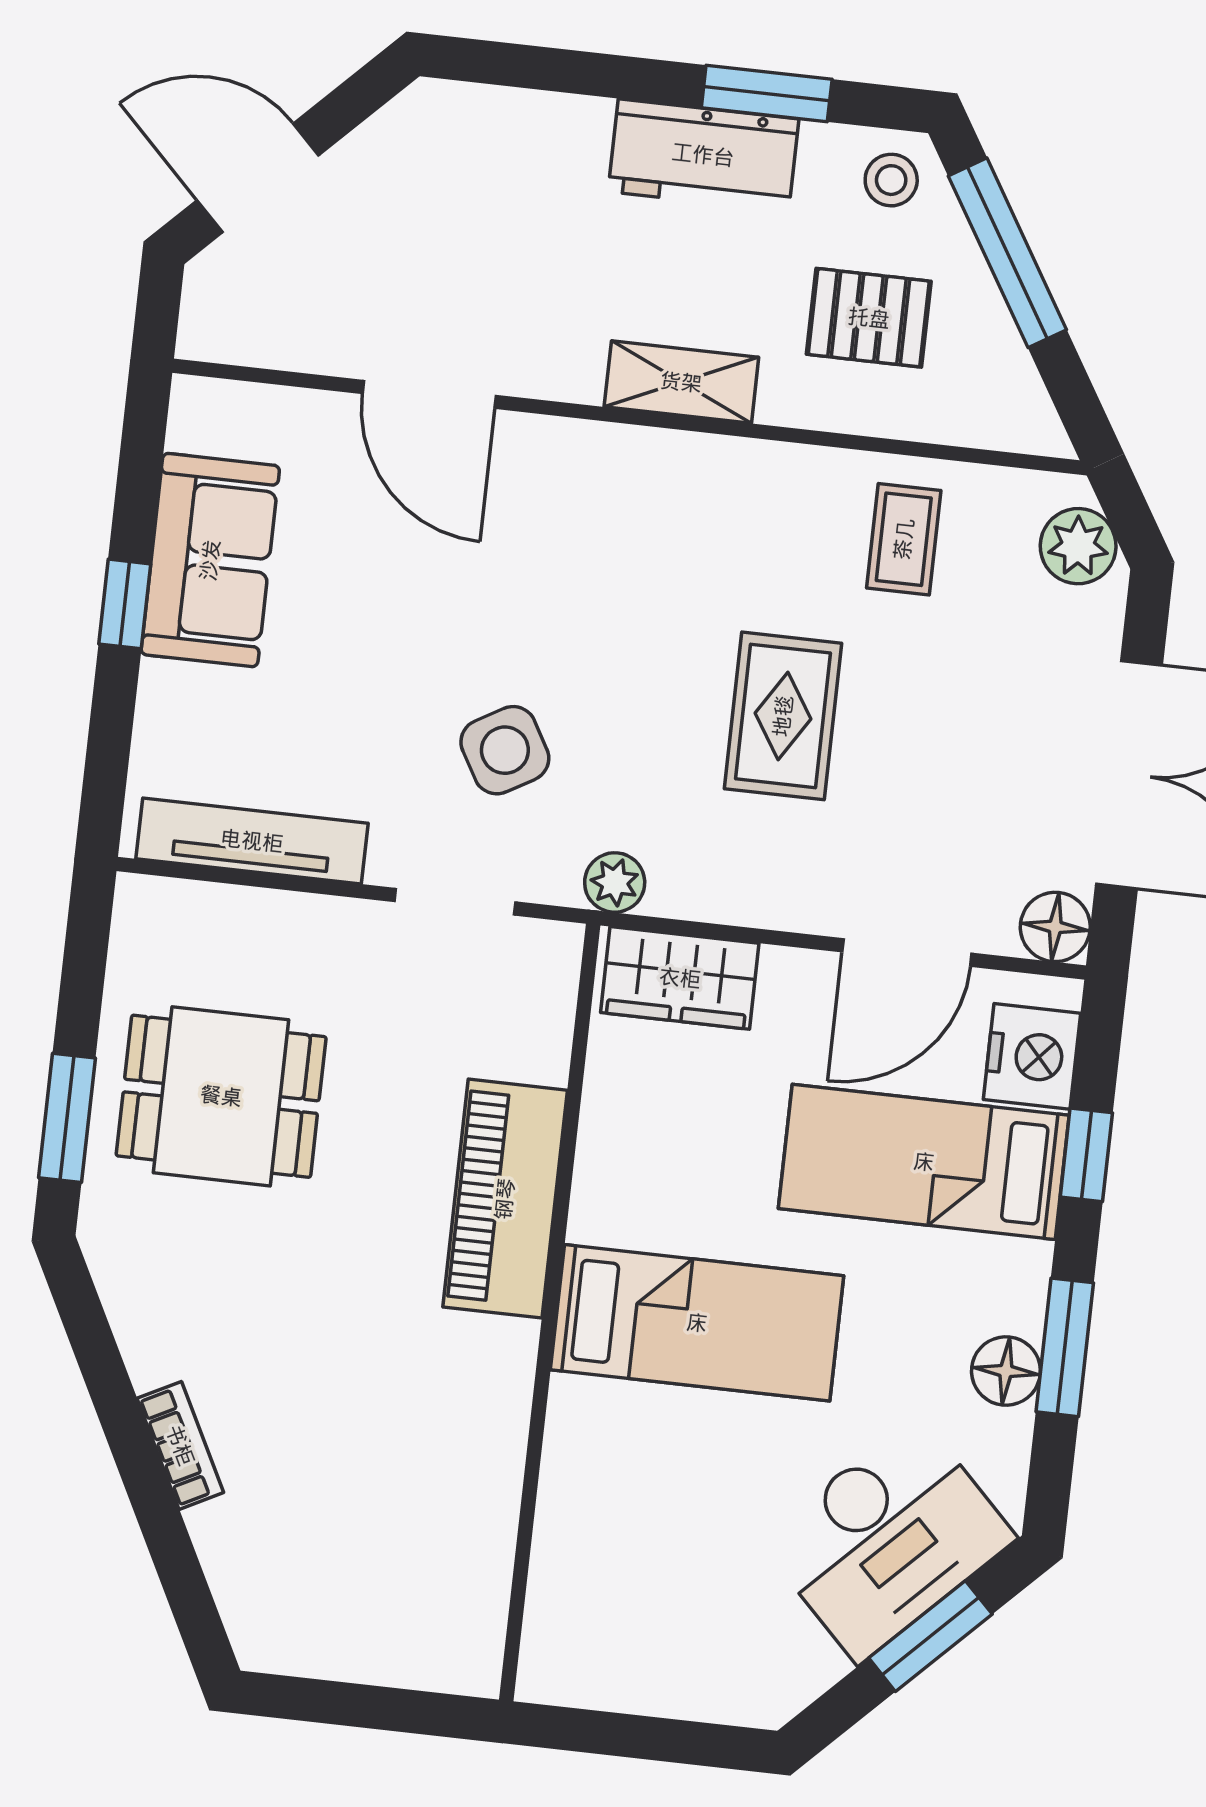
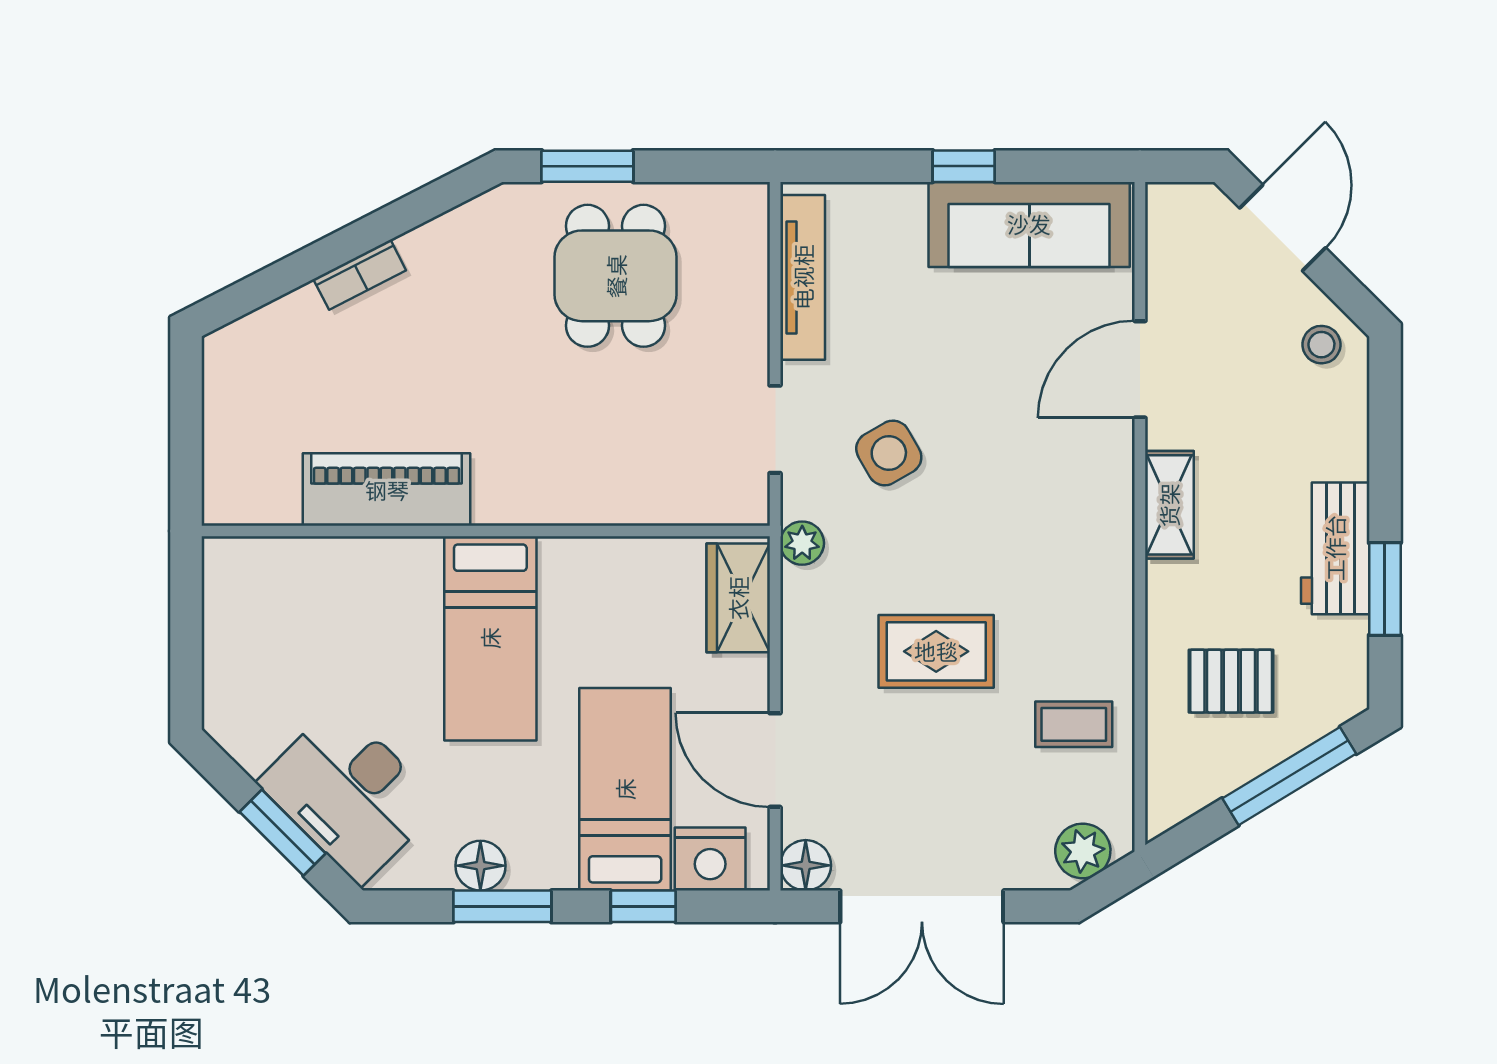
stool: (891, 180) -> (1321, 345), moved
pallet: (869, 318) -> (1231, 681), turned 90
shelving: (681, 382) -> (1169, 505), moved
sofa: (210, 560) -> (1029, 224), width x1.36
piano: (505, 1199) -> (387, 490), moved

